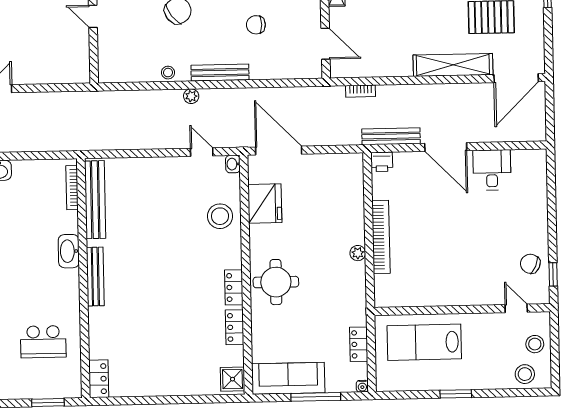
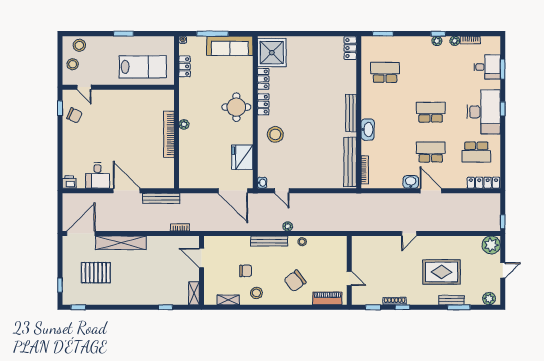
printer: (382, 162) -> (69, 182), moved
stool: (220, 216) -> (275, 134), moved
shower: (233, 379) -> (272, 53), width x1.86, depth x1.86

